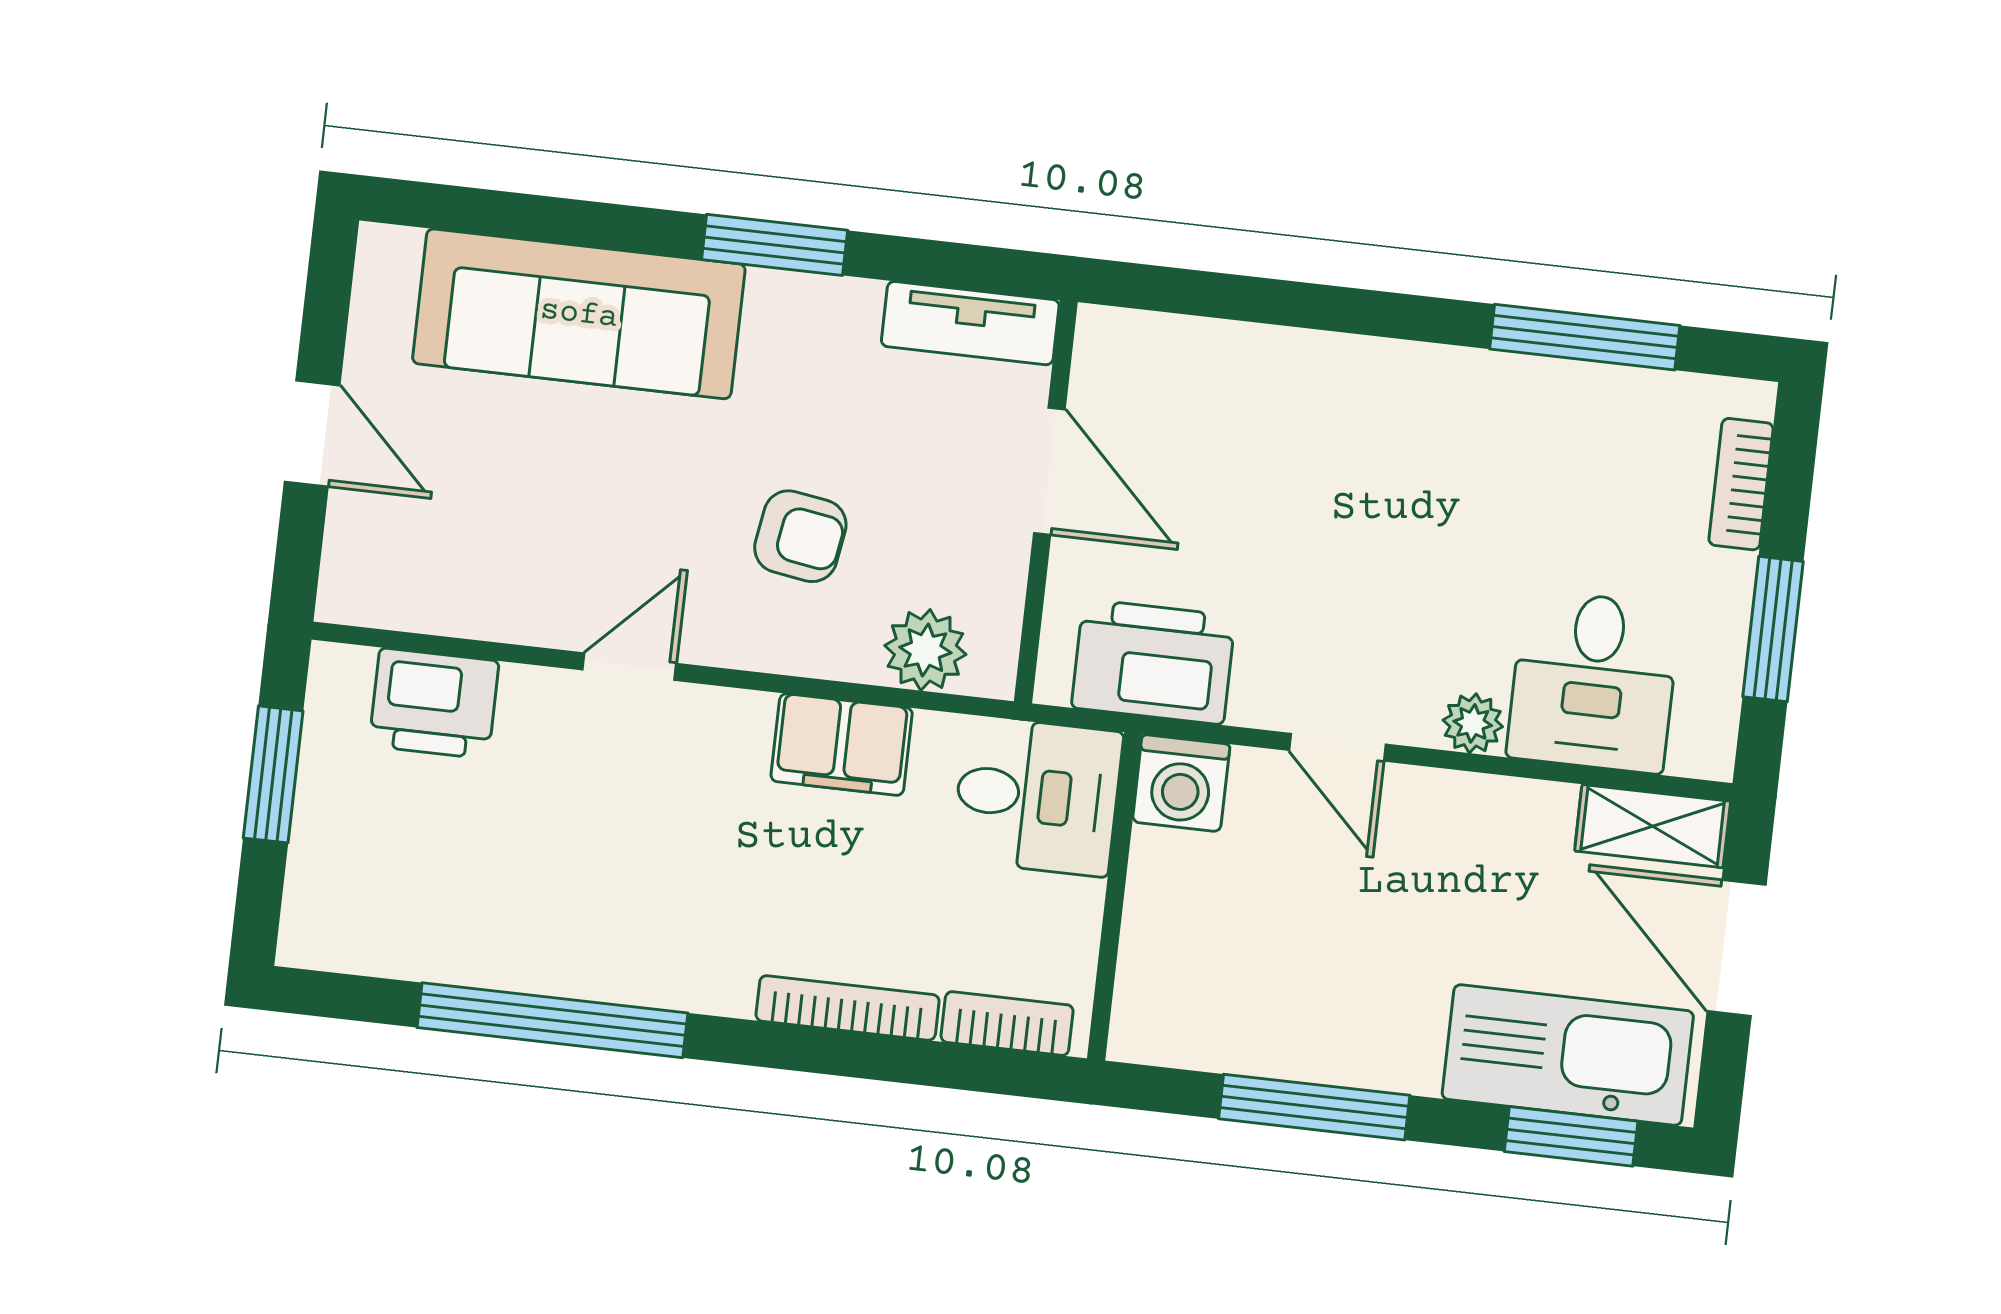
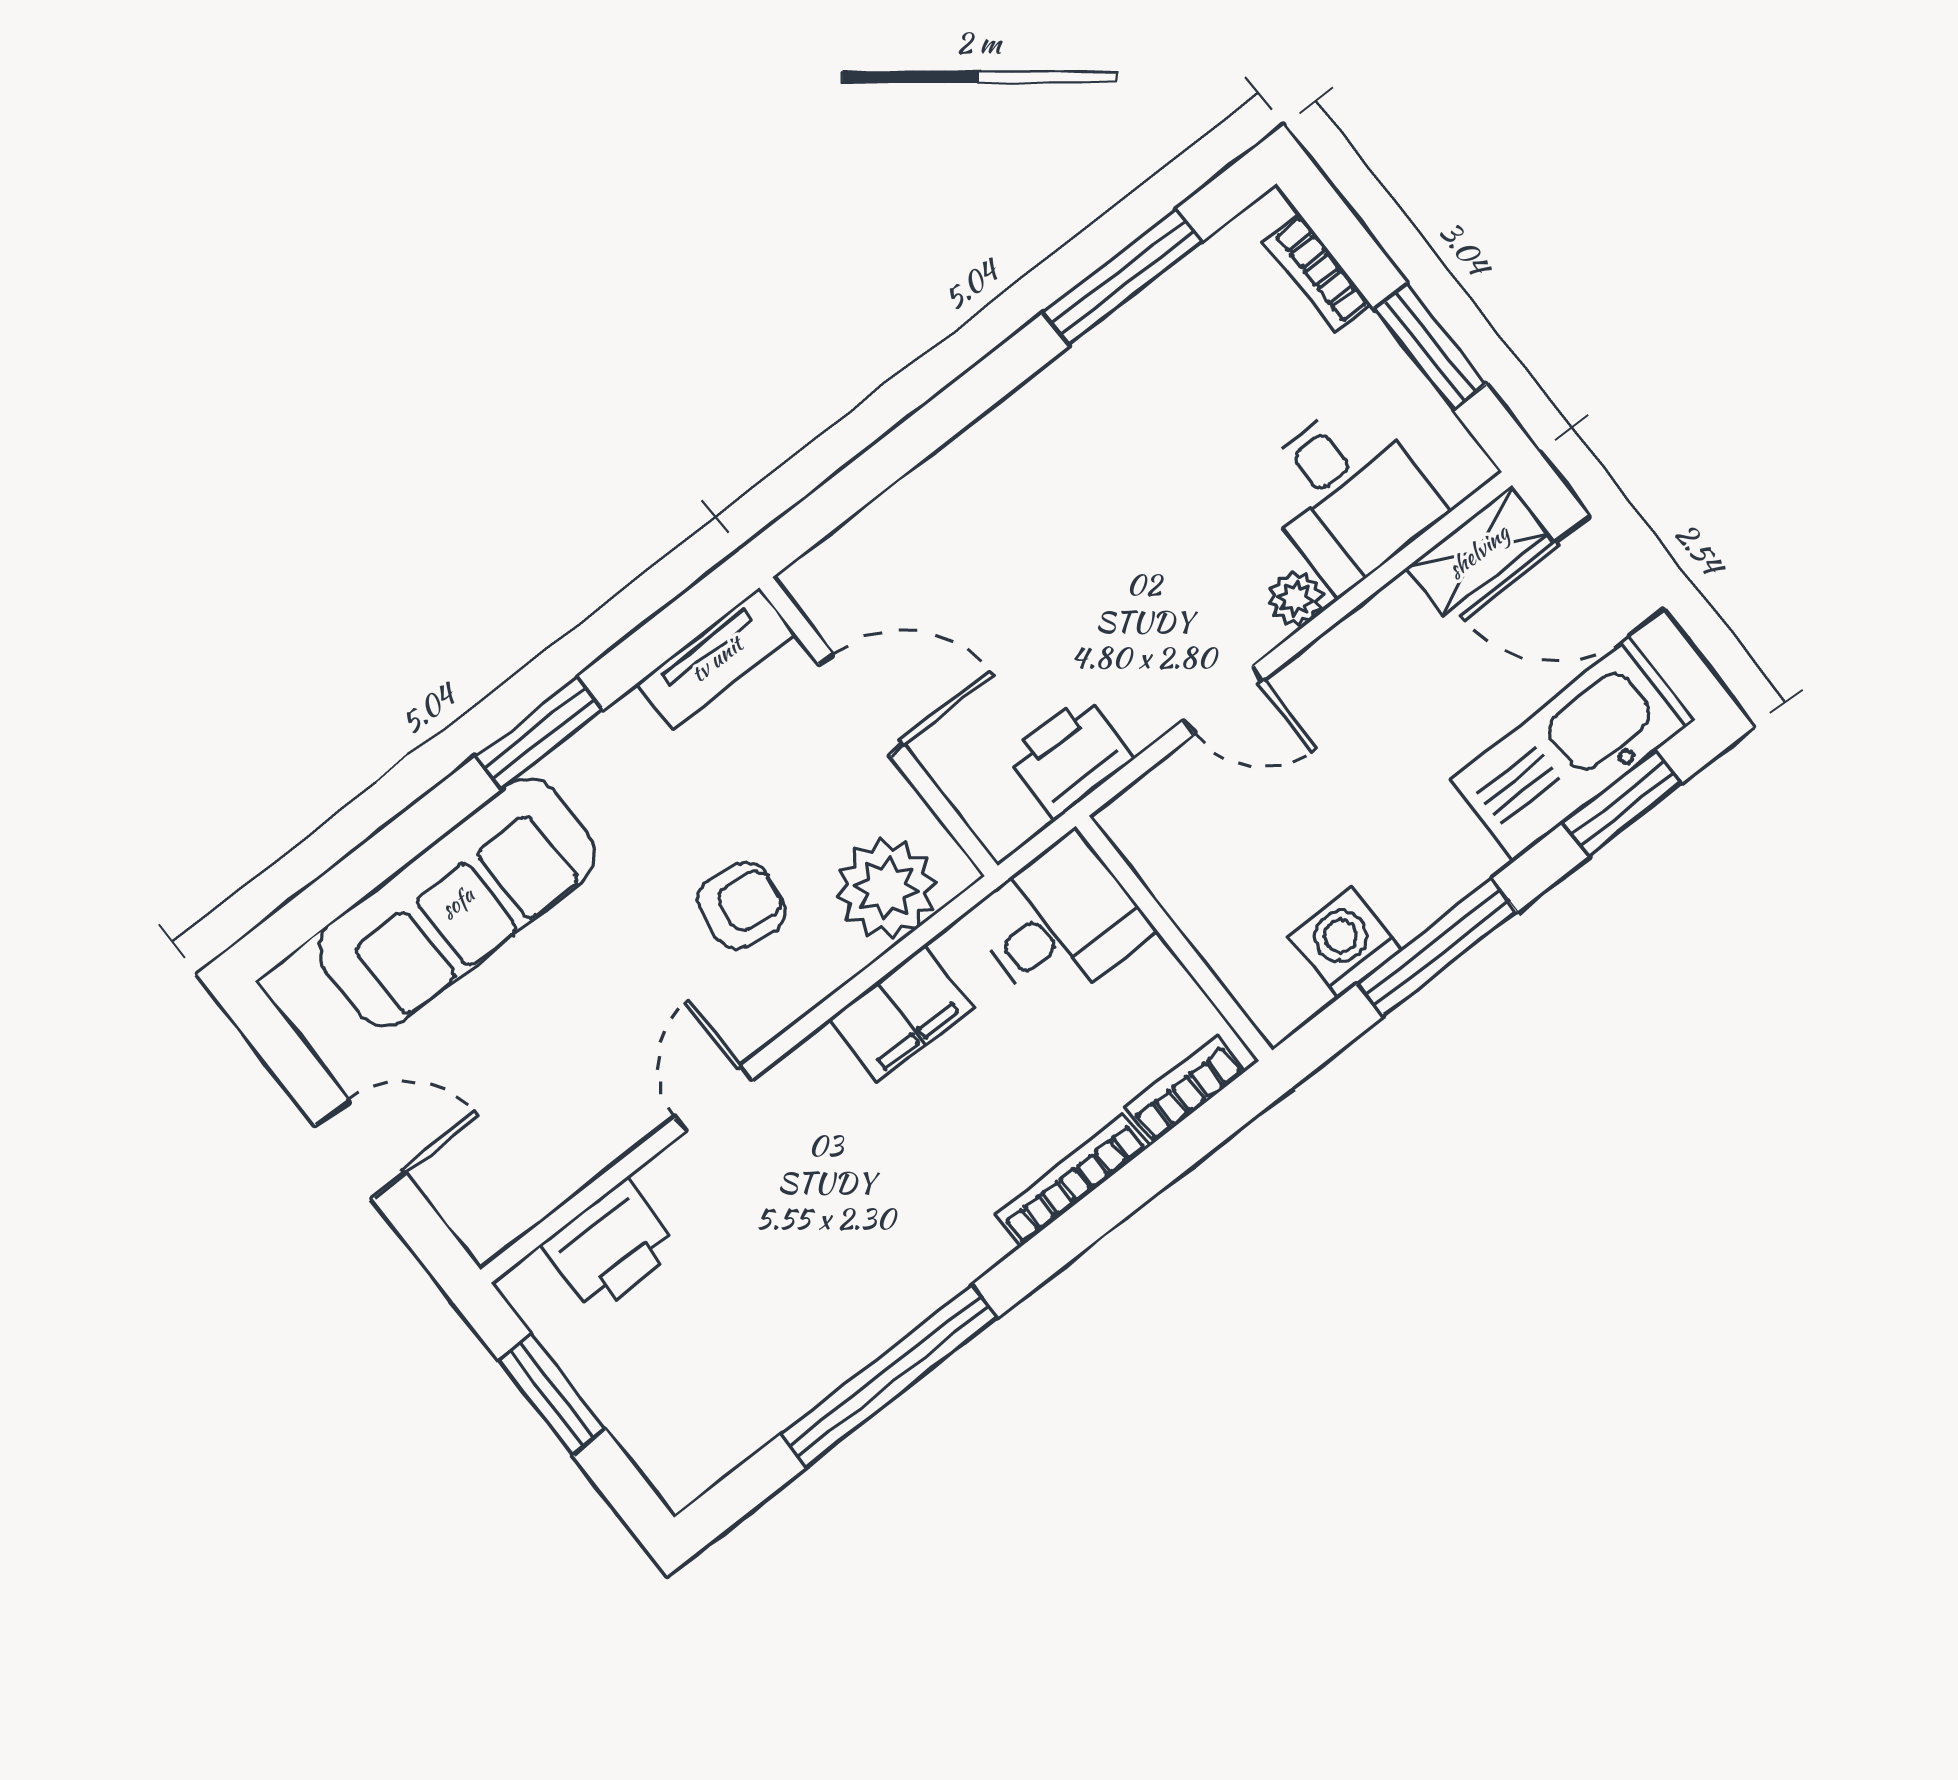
plant: (925, 650) -> (886, 889), width x1.36, depth x1.36
printer: (1153, 662) -> (1070, 757), width x0.73, depth x0.84
washing machine: (1181, 783) -> (1345, 942), moved, turned 180

